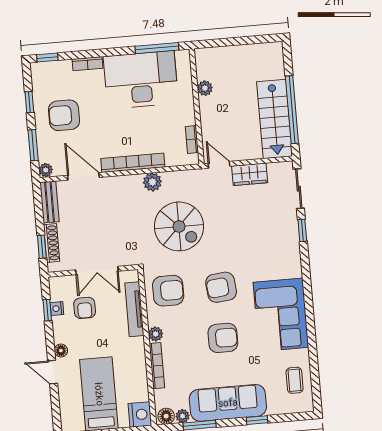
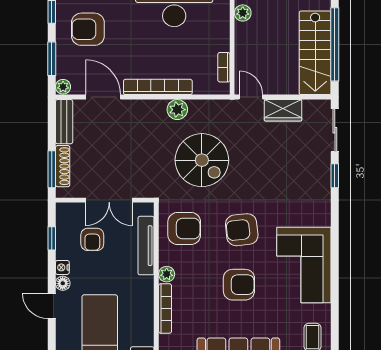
window: (42, 247) -> (52, 169), width x1.50
nightstand: (57, 309) -> (62, 267), moved

